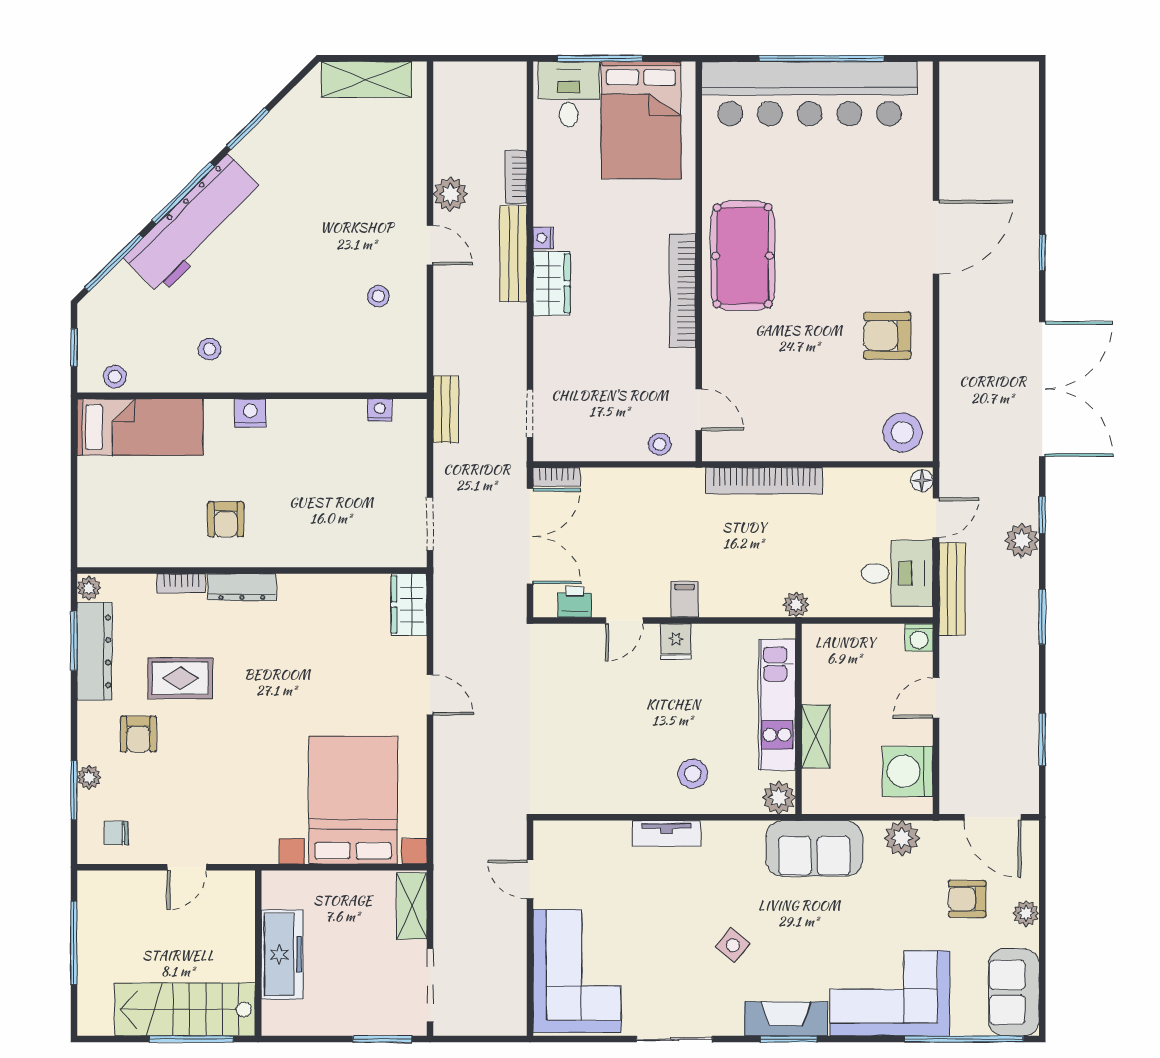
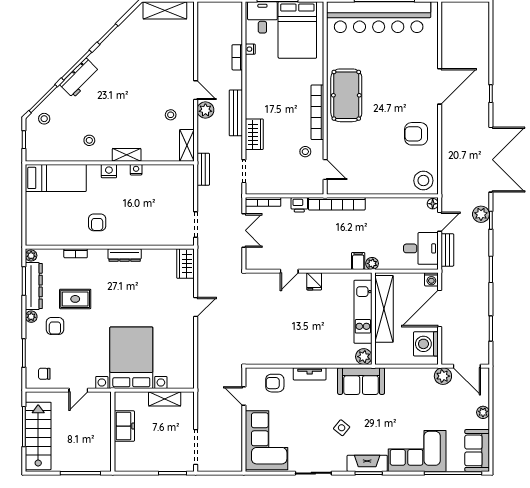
plant: (450, 194) -> (205, 110), moved
workbench: (194, 225) -> (80, 78), width x0.53, depth x0.76
nightstand: (543, 238) -> (250, 49), moved
bench: (513, 254) -> (236, 113), moved
wardrobe: (552, 283) -> (254, 134), moved
shelving: (412, 360) -> (187, 145), added
stool: (115, 377) -> (44, 119), moved
shelving: (287, 379) -> (127, 155), added
nightstand: (380, 410) -> (136, 170), moved
stool: (660, 444) -> (305, 152), moved
bookcase: (557, 477) -> (263, 202), width x1.56
bookcase: (764, 481) -> (337, 204), moved
double door: (530, 536) -> (244, 230), width x0.73
plant: (1022, 540) -> (481, 214), moved
dresser: (242, 587) -> (125, 255), moved
bench: (952, 589) -> (447, 250), width x0.73
filing cabinet: (685, 599) -> (358, 261), moved
printer: (575, 602) -> (299, 205), moved, turned 180
door: (430, 695) -> (196, 307), hinge flipped
door: (936, 698) -> (440, 308), width x1.87
shelving: (816, 737) -> (384, 309), width x2.20, depth x1.33
stool: (693, 774) -> (322, 345), removed
plant: (89, 777) -> (31, 317), moved
bed with nightstands: (353, 800) -> (131, 358), moved
plant: (902, 838) -> (443, 376), moved
sofa: (814, 848) -> (361, 381), moved
armchair: (967, 899) -> (275, 383), moved
shelving: (412, 906) -> (165, 399), moved, turned 90
freezer: (282, 954) -> (124, 426), width x0.71
stairs: (185, 1009) -> (38, 436), moved, turned 90

